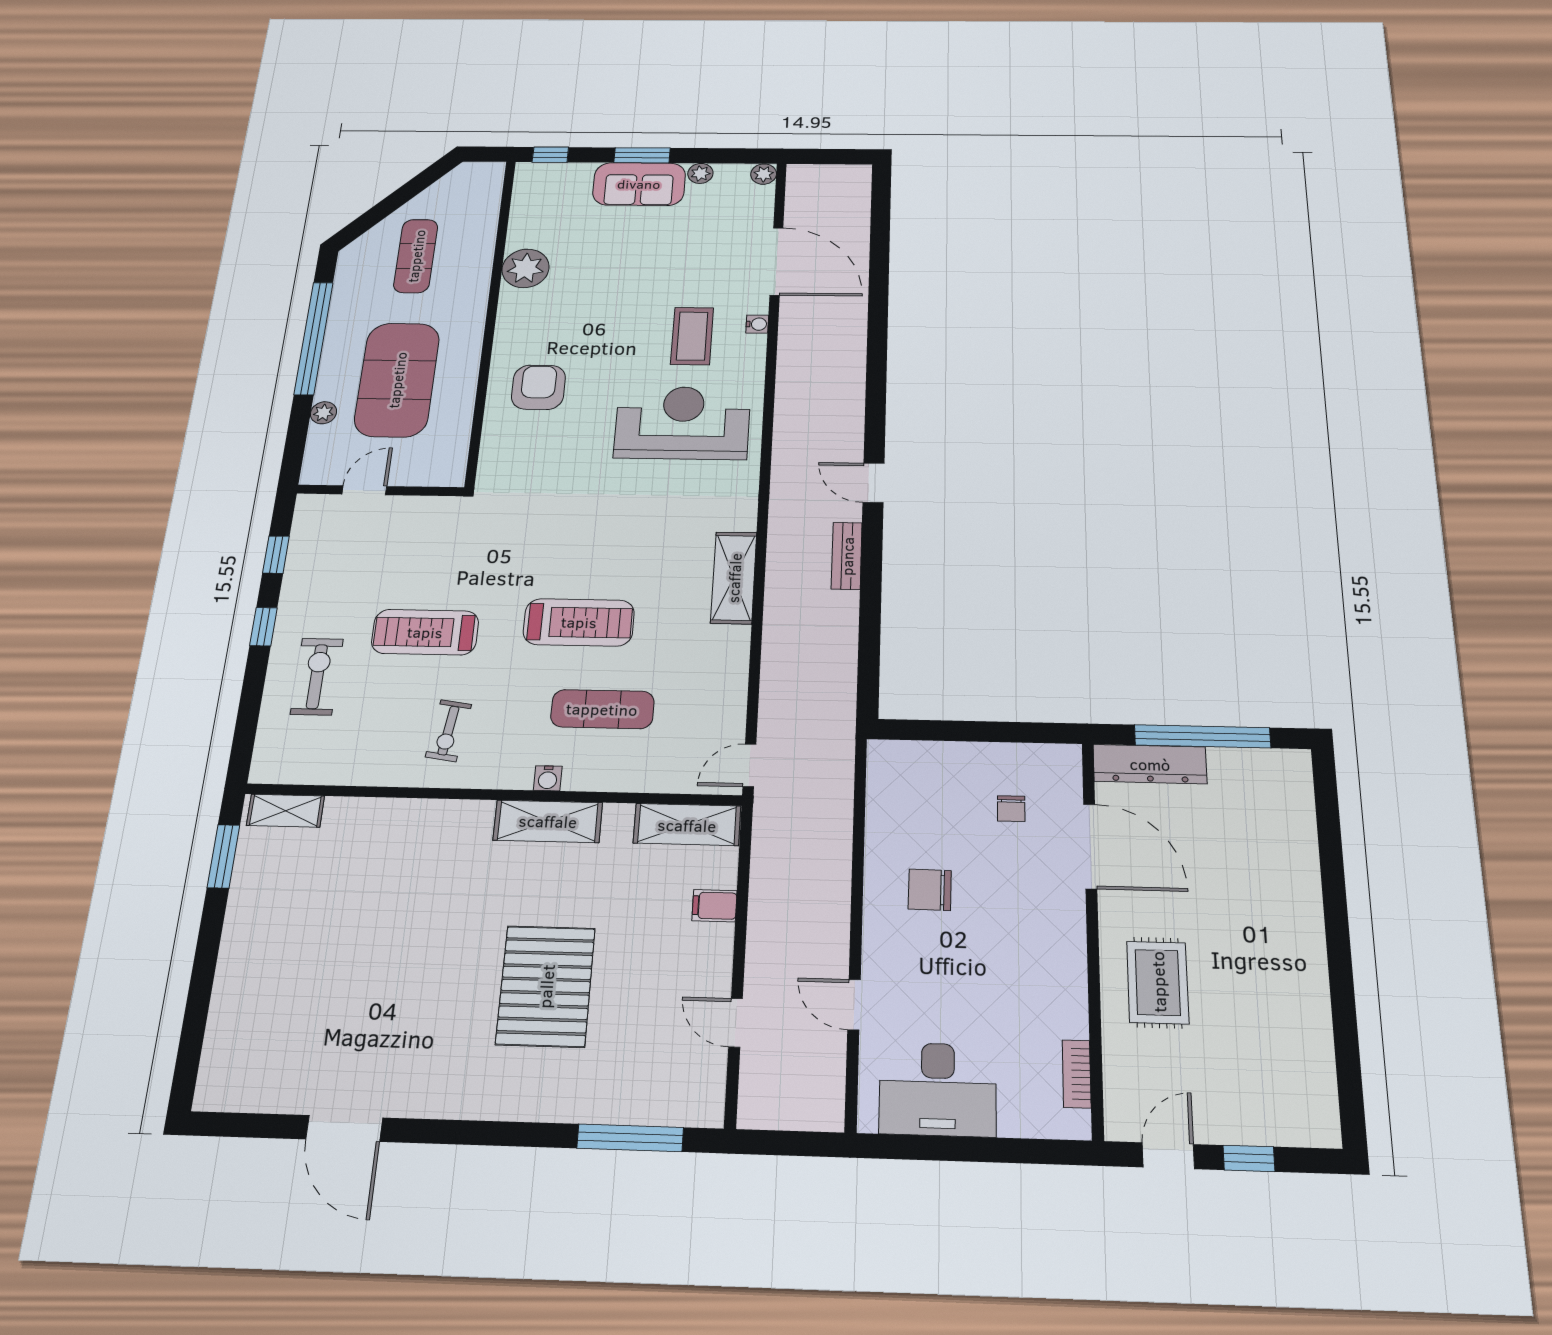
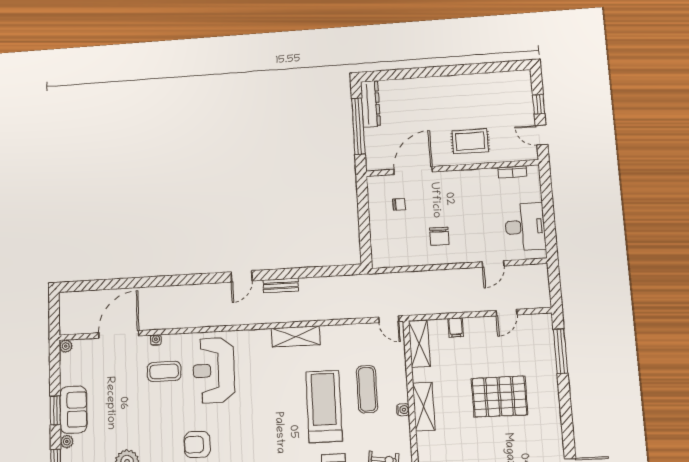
plant: (700, 173) -> (67, 442), moved
treadmill: (579, 622) -> (324, 406), width x1.37, depth x1.38
dresser: (1150, 764) -> (370, 104), moved

